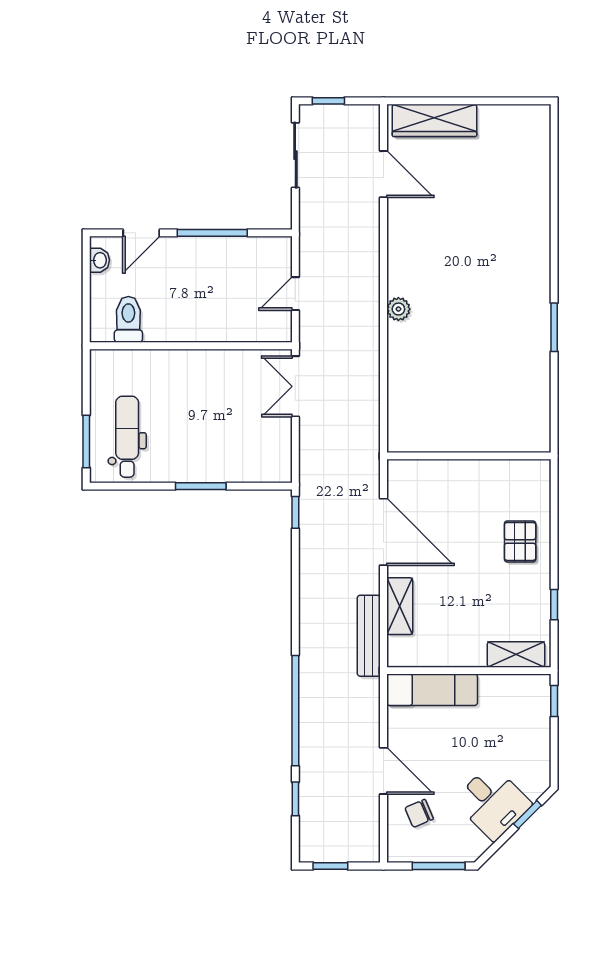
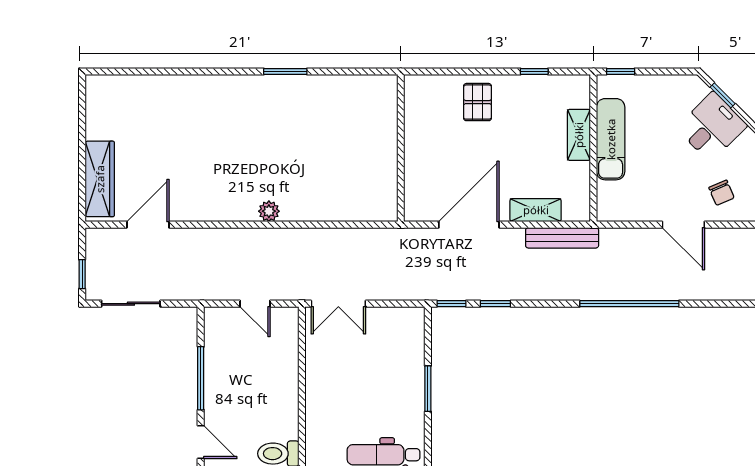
pallet: (520, 541) -> (478, 102), turned 90
shelving: (516, 654) -> (579, 135), moved
exam couch: (432, 690) -> (611, 139), moved
door: (384, 771) -> (683, 225), swing flipped
window: (295, 799) -> (495, 304), moved

